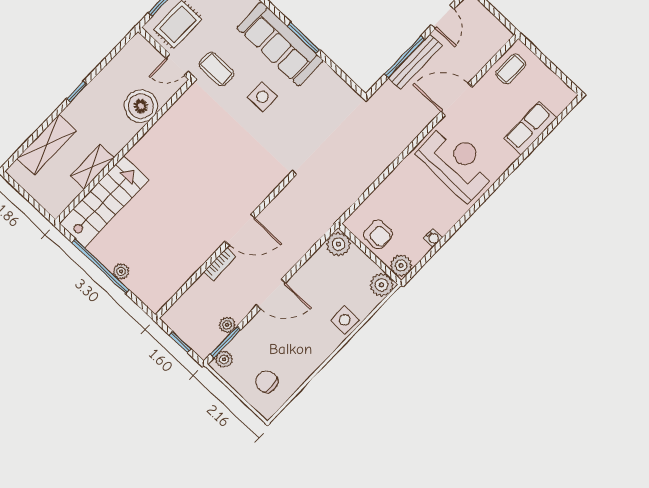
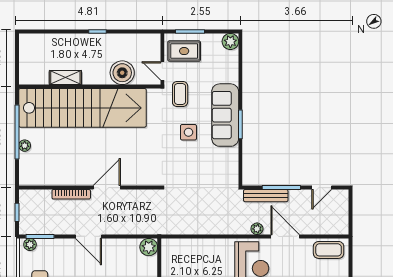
bench: (415, 62) -> (266, 196), moved
coffee table: (511, 69) -> (329, 250), width x1.36, depth x1.30
shelving: (47, 145) -> (54, 42), removed
stairs: (104, 201) -> (83, 108), width x1.86, depth x1.51
door: (240, 230) -> (107, 188), swing flipped
armchair: (378, 234) -> (174, 263), removed
bookcase: (220, 264) -> (71, 194), width x1.56
plant: (227, 325) -> (257, 229), moved

